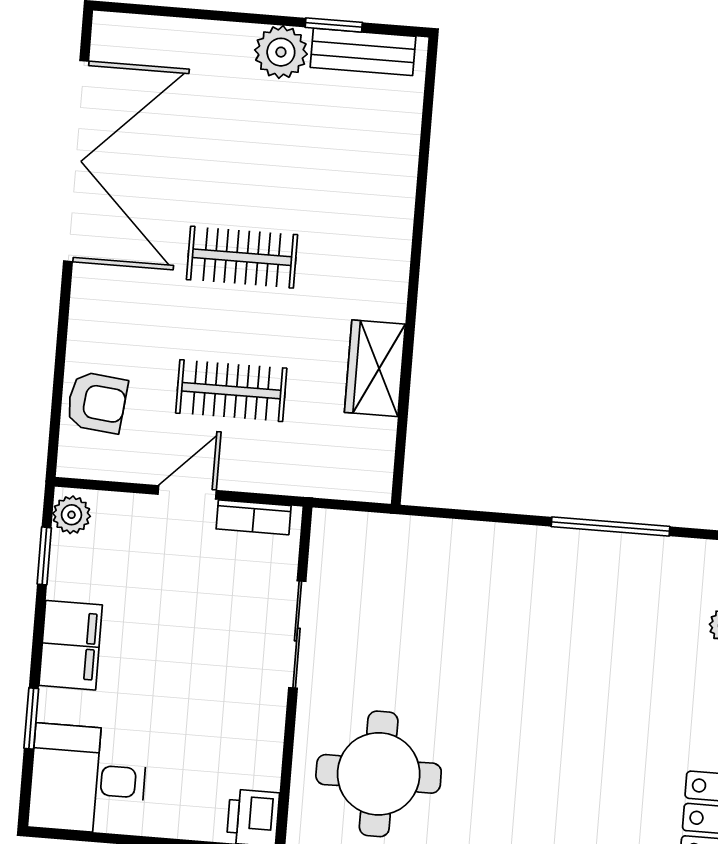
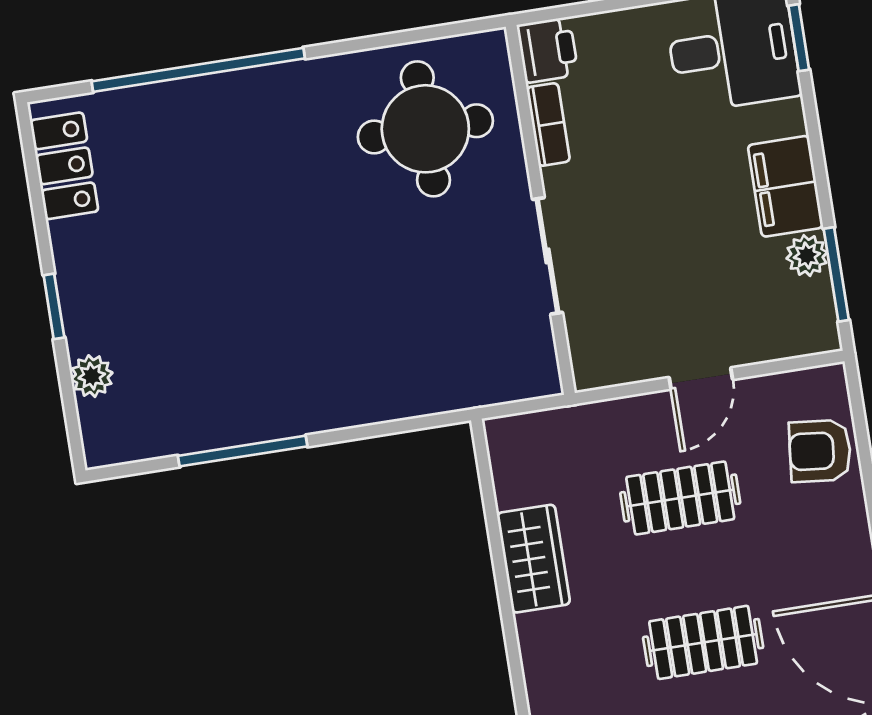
plant: (72, 515) -> (807, 255), moved
bookcase: (254, 517) -> (548, 124), moved, turned 90
window: (44, 556) -> (836, 274), width x1.50
window: (31, 718) -> (799, 38), moved

